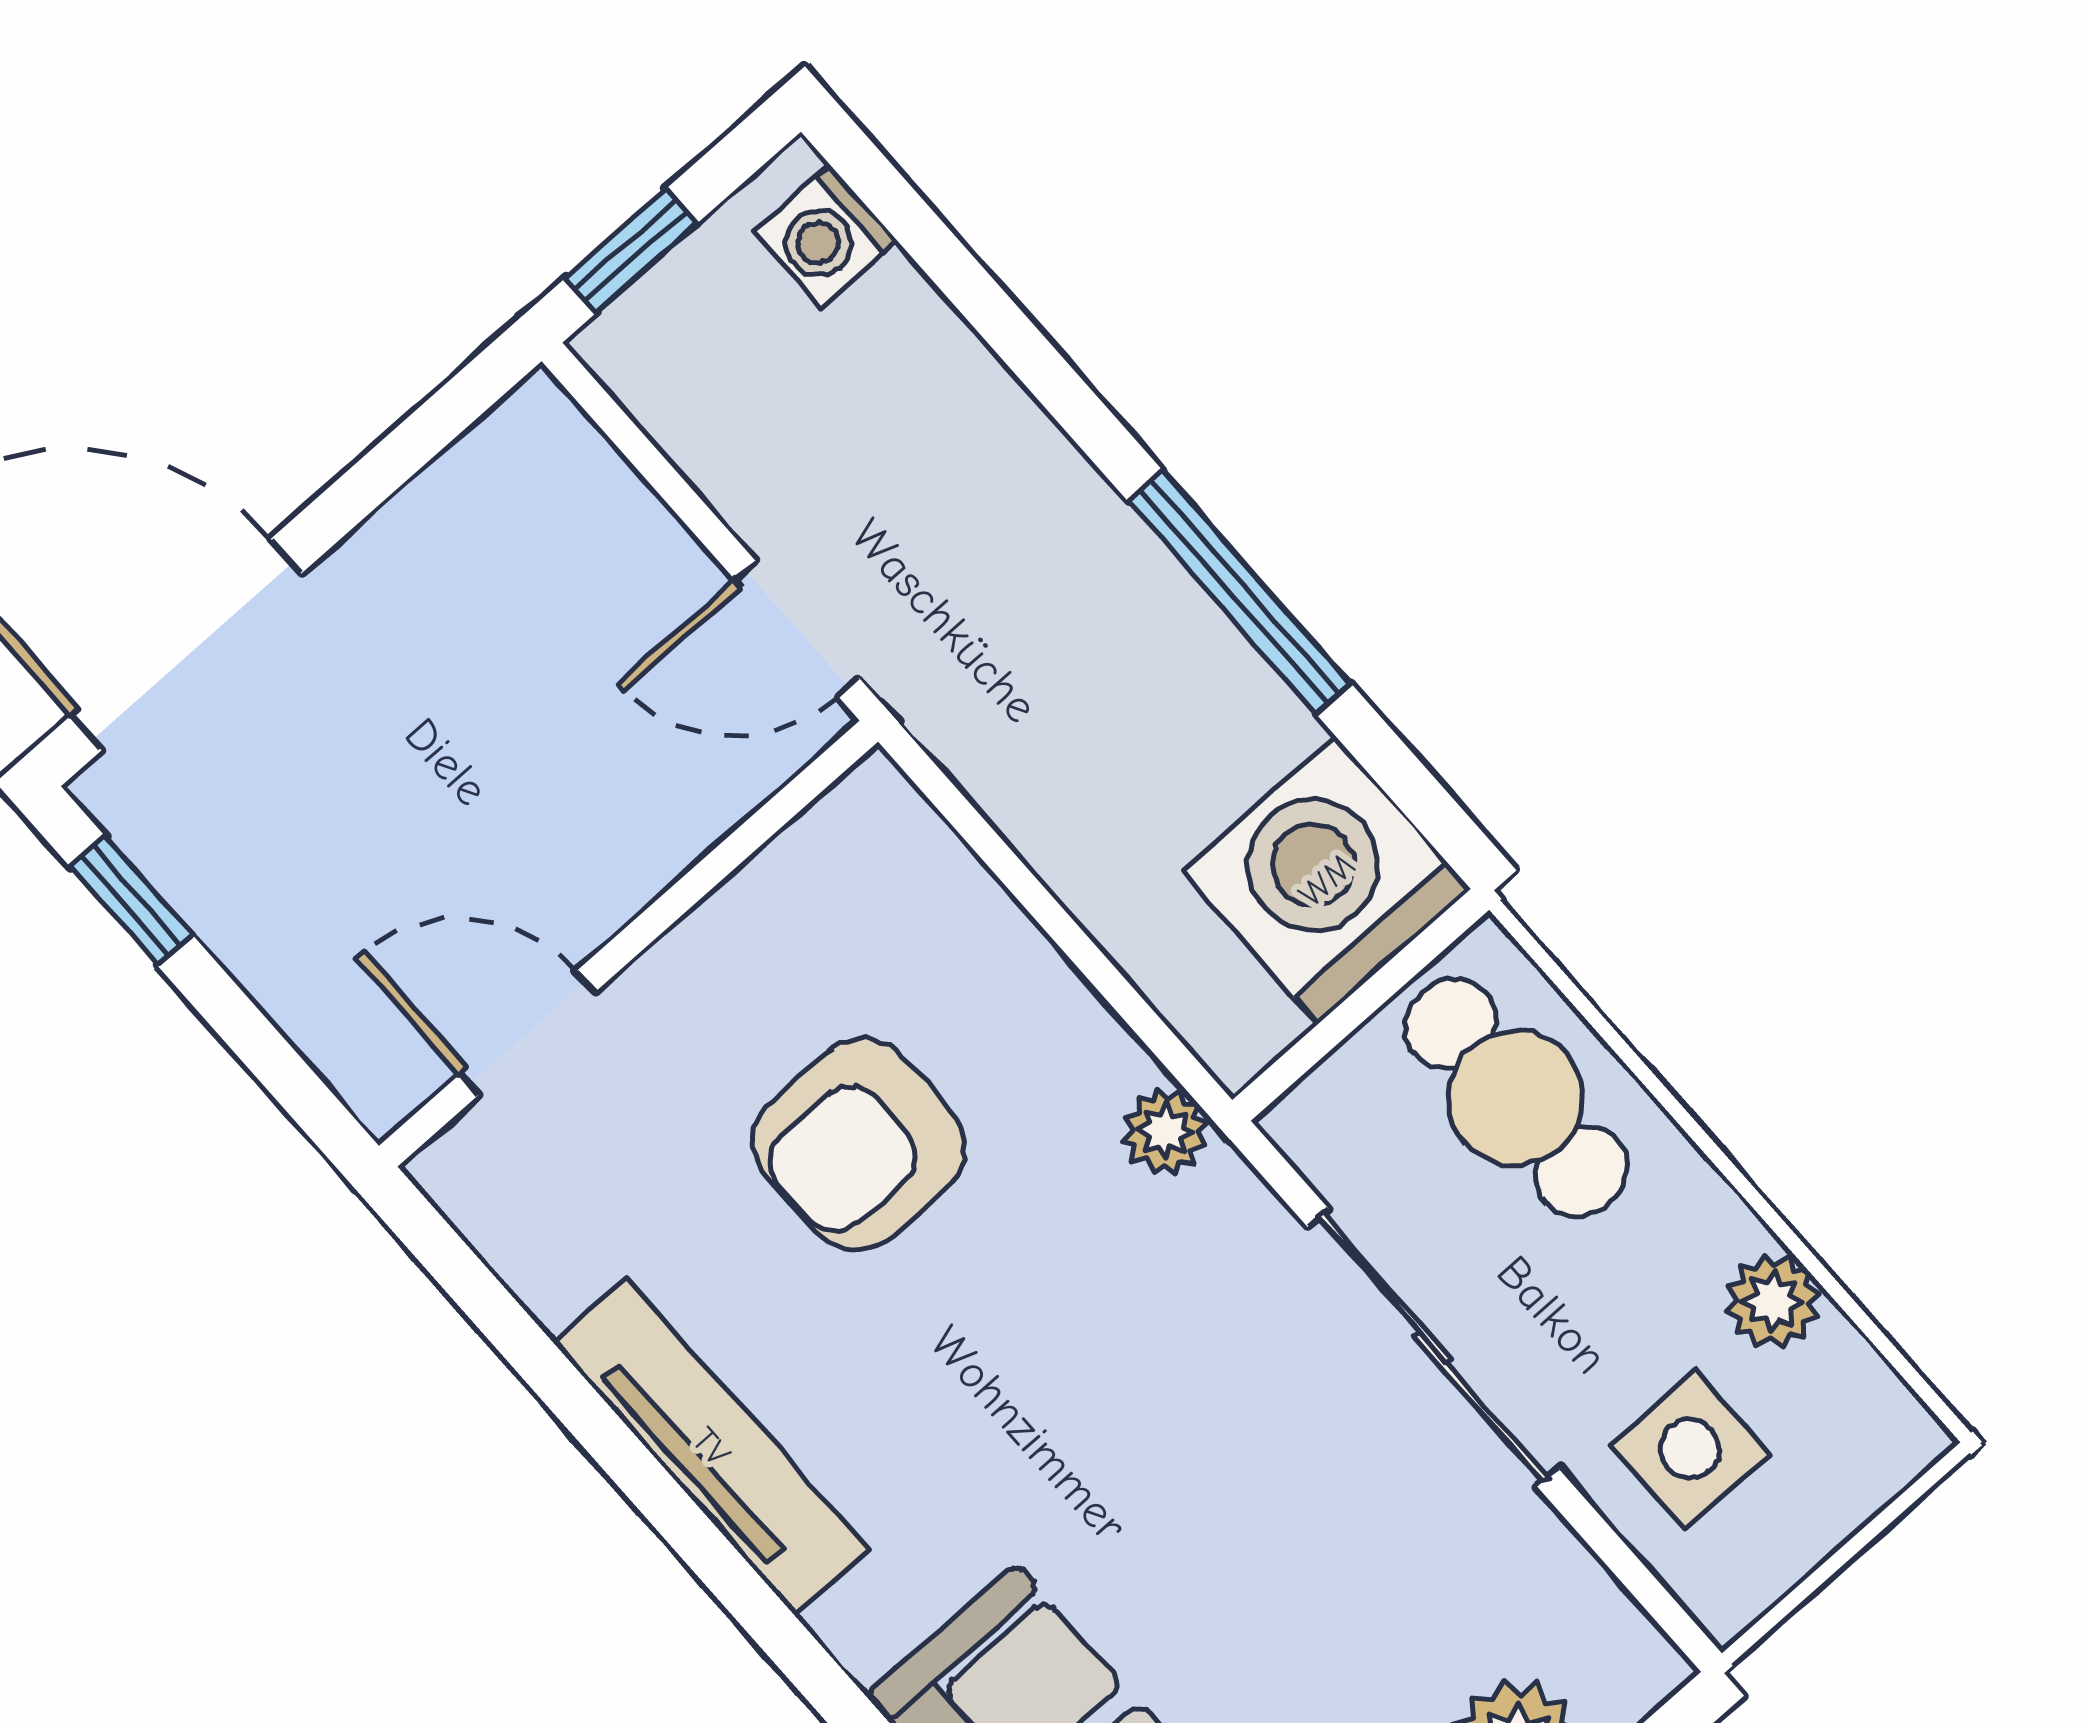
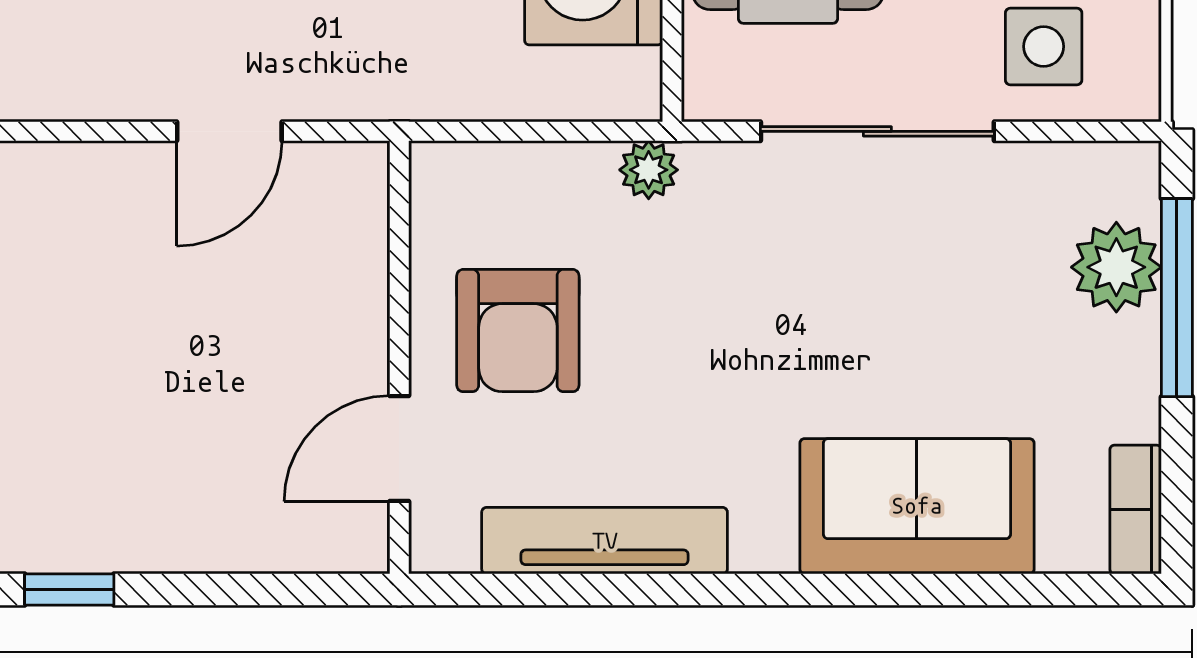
wall: (629, 944) -> (399, 357), moved
door: (527, 1033) -> (399, 448), moved

